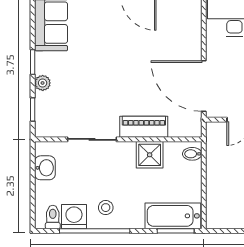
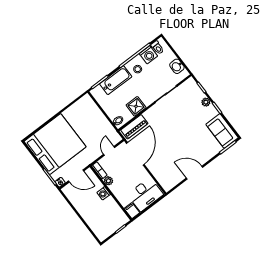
door: (204, 86) -> (135, 154), hinge flipped
piano: (144, 127) -> (134, 127), moved
bathtub: (173, 216) -> (116, 80), moved

